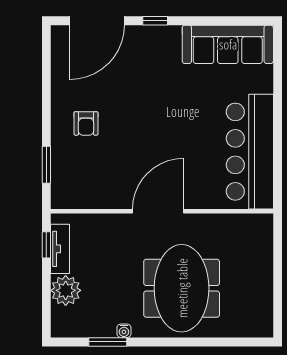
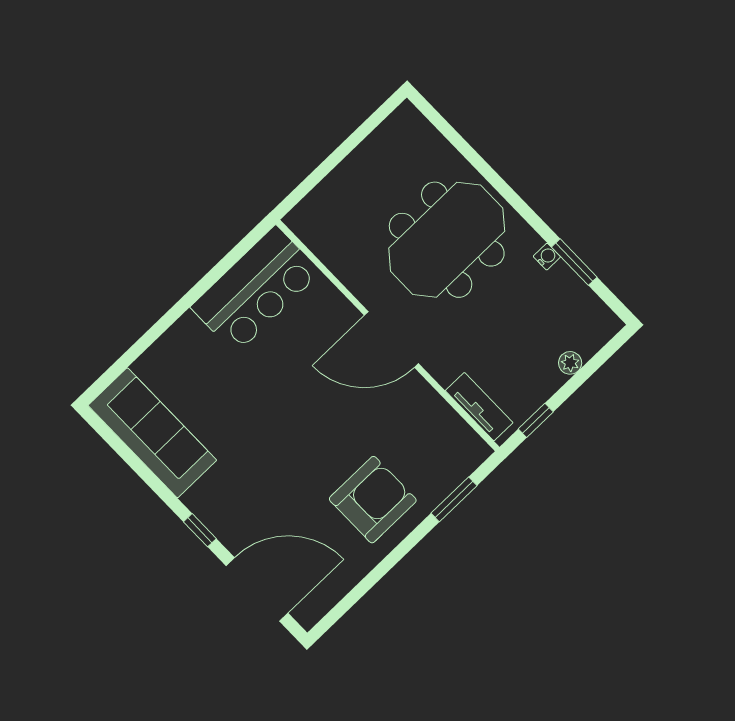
armchair: (86, 123) -> (373, 500), width x1.88, depth x1.88
bar counter: (250, 152) -> (256, 290), width x0.73
tv unit: (60, 249) -> (479, 407), moved, turned 90
plant: (66, 290) -> (570, 363), width x0.53, depth x0.53

